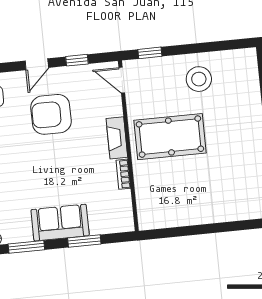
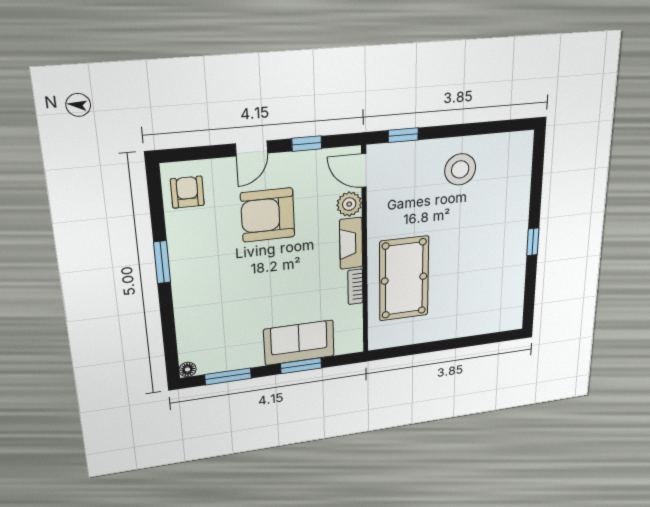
plant: (113, 106) -> (349, 204), added
pool table: (170, 137) -> (404, 279), moved, turned 90
sofa: (60, 223) -> (299, 343), moved

